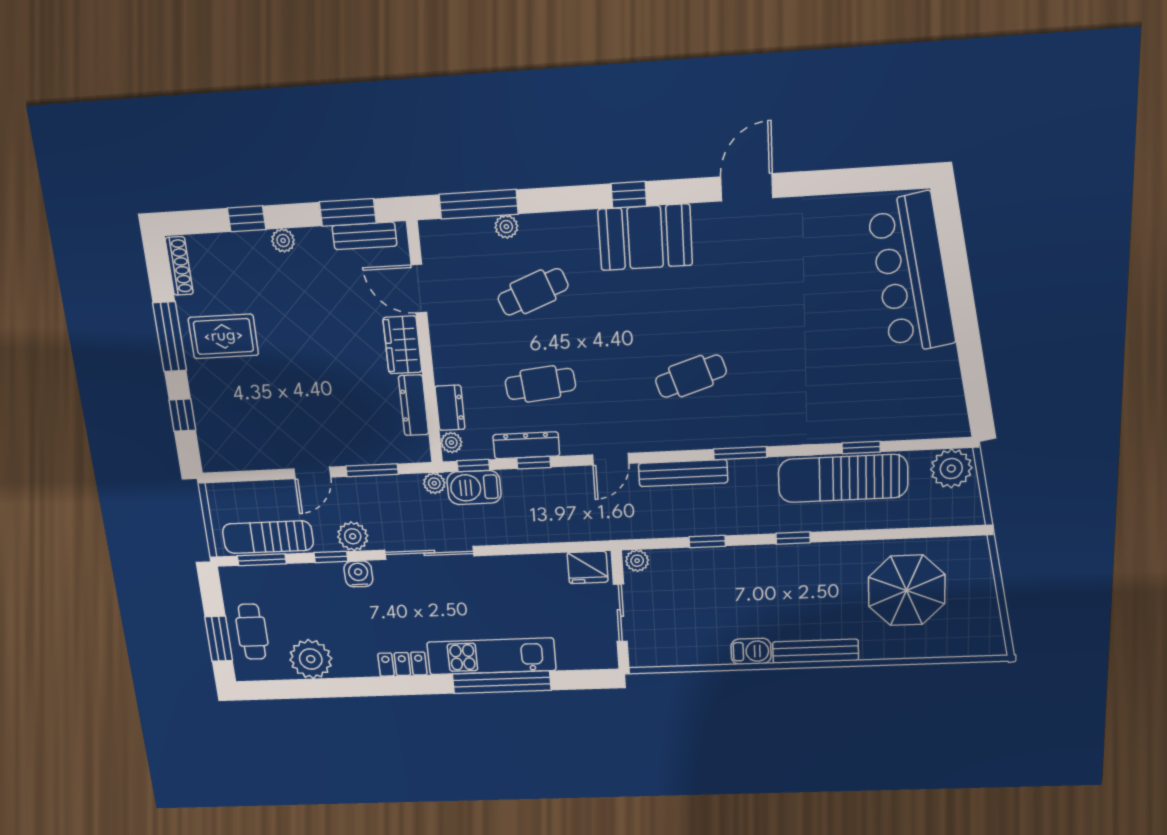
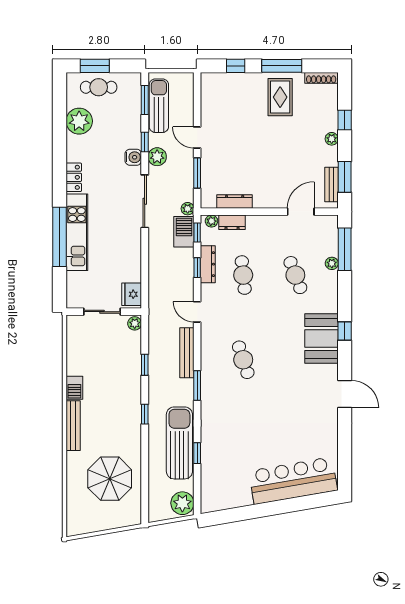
wardrobe: (403, 345) -> (270, 199), removed

